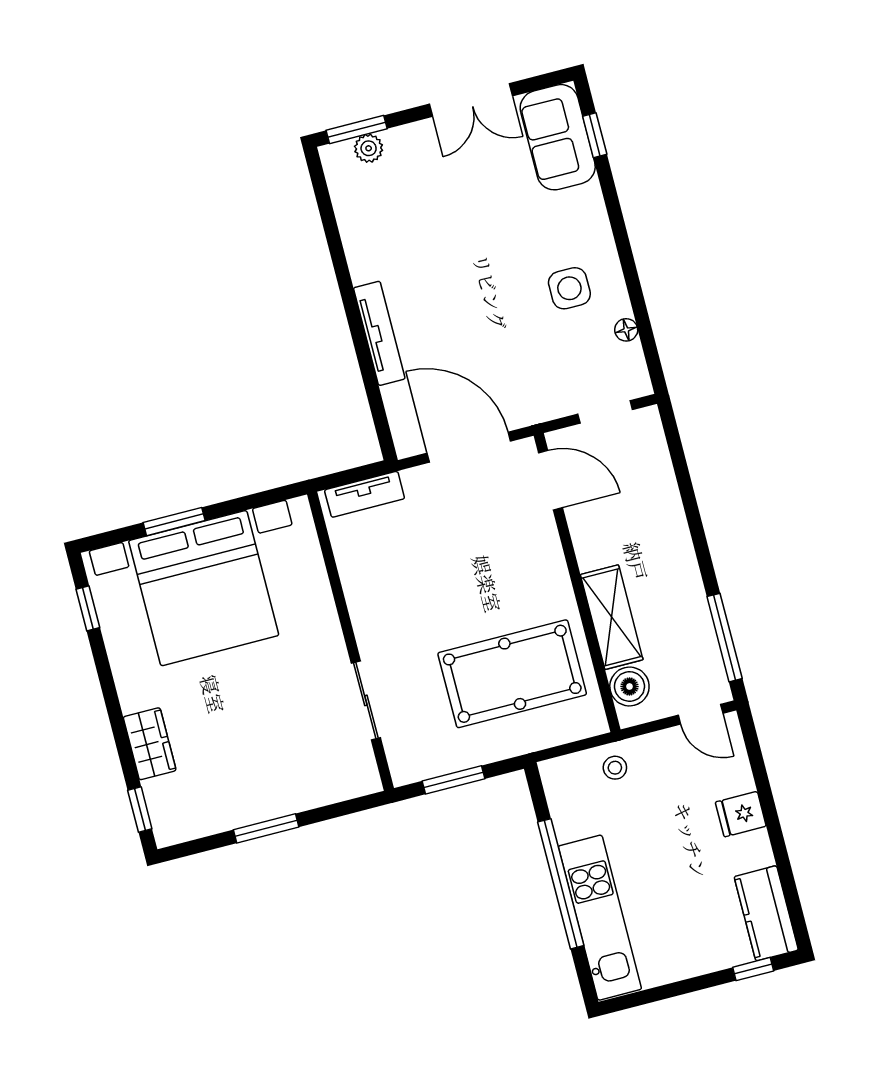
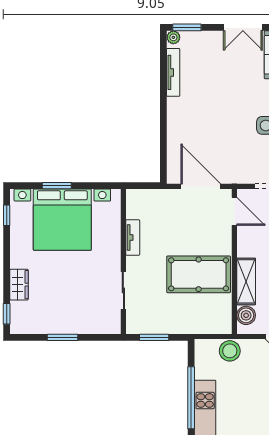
plant: (369, 148) -> (173, 37), moved
tv unit: (379, 333) -> (173, 72), moved
tv unit: (365, 494) -> (133, 238), moved, turned -90
pool table: (512, 674) -> (199, 274), moved
stool: (615, 768) -> (230, 351), width x1.89, depth x1.89

